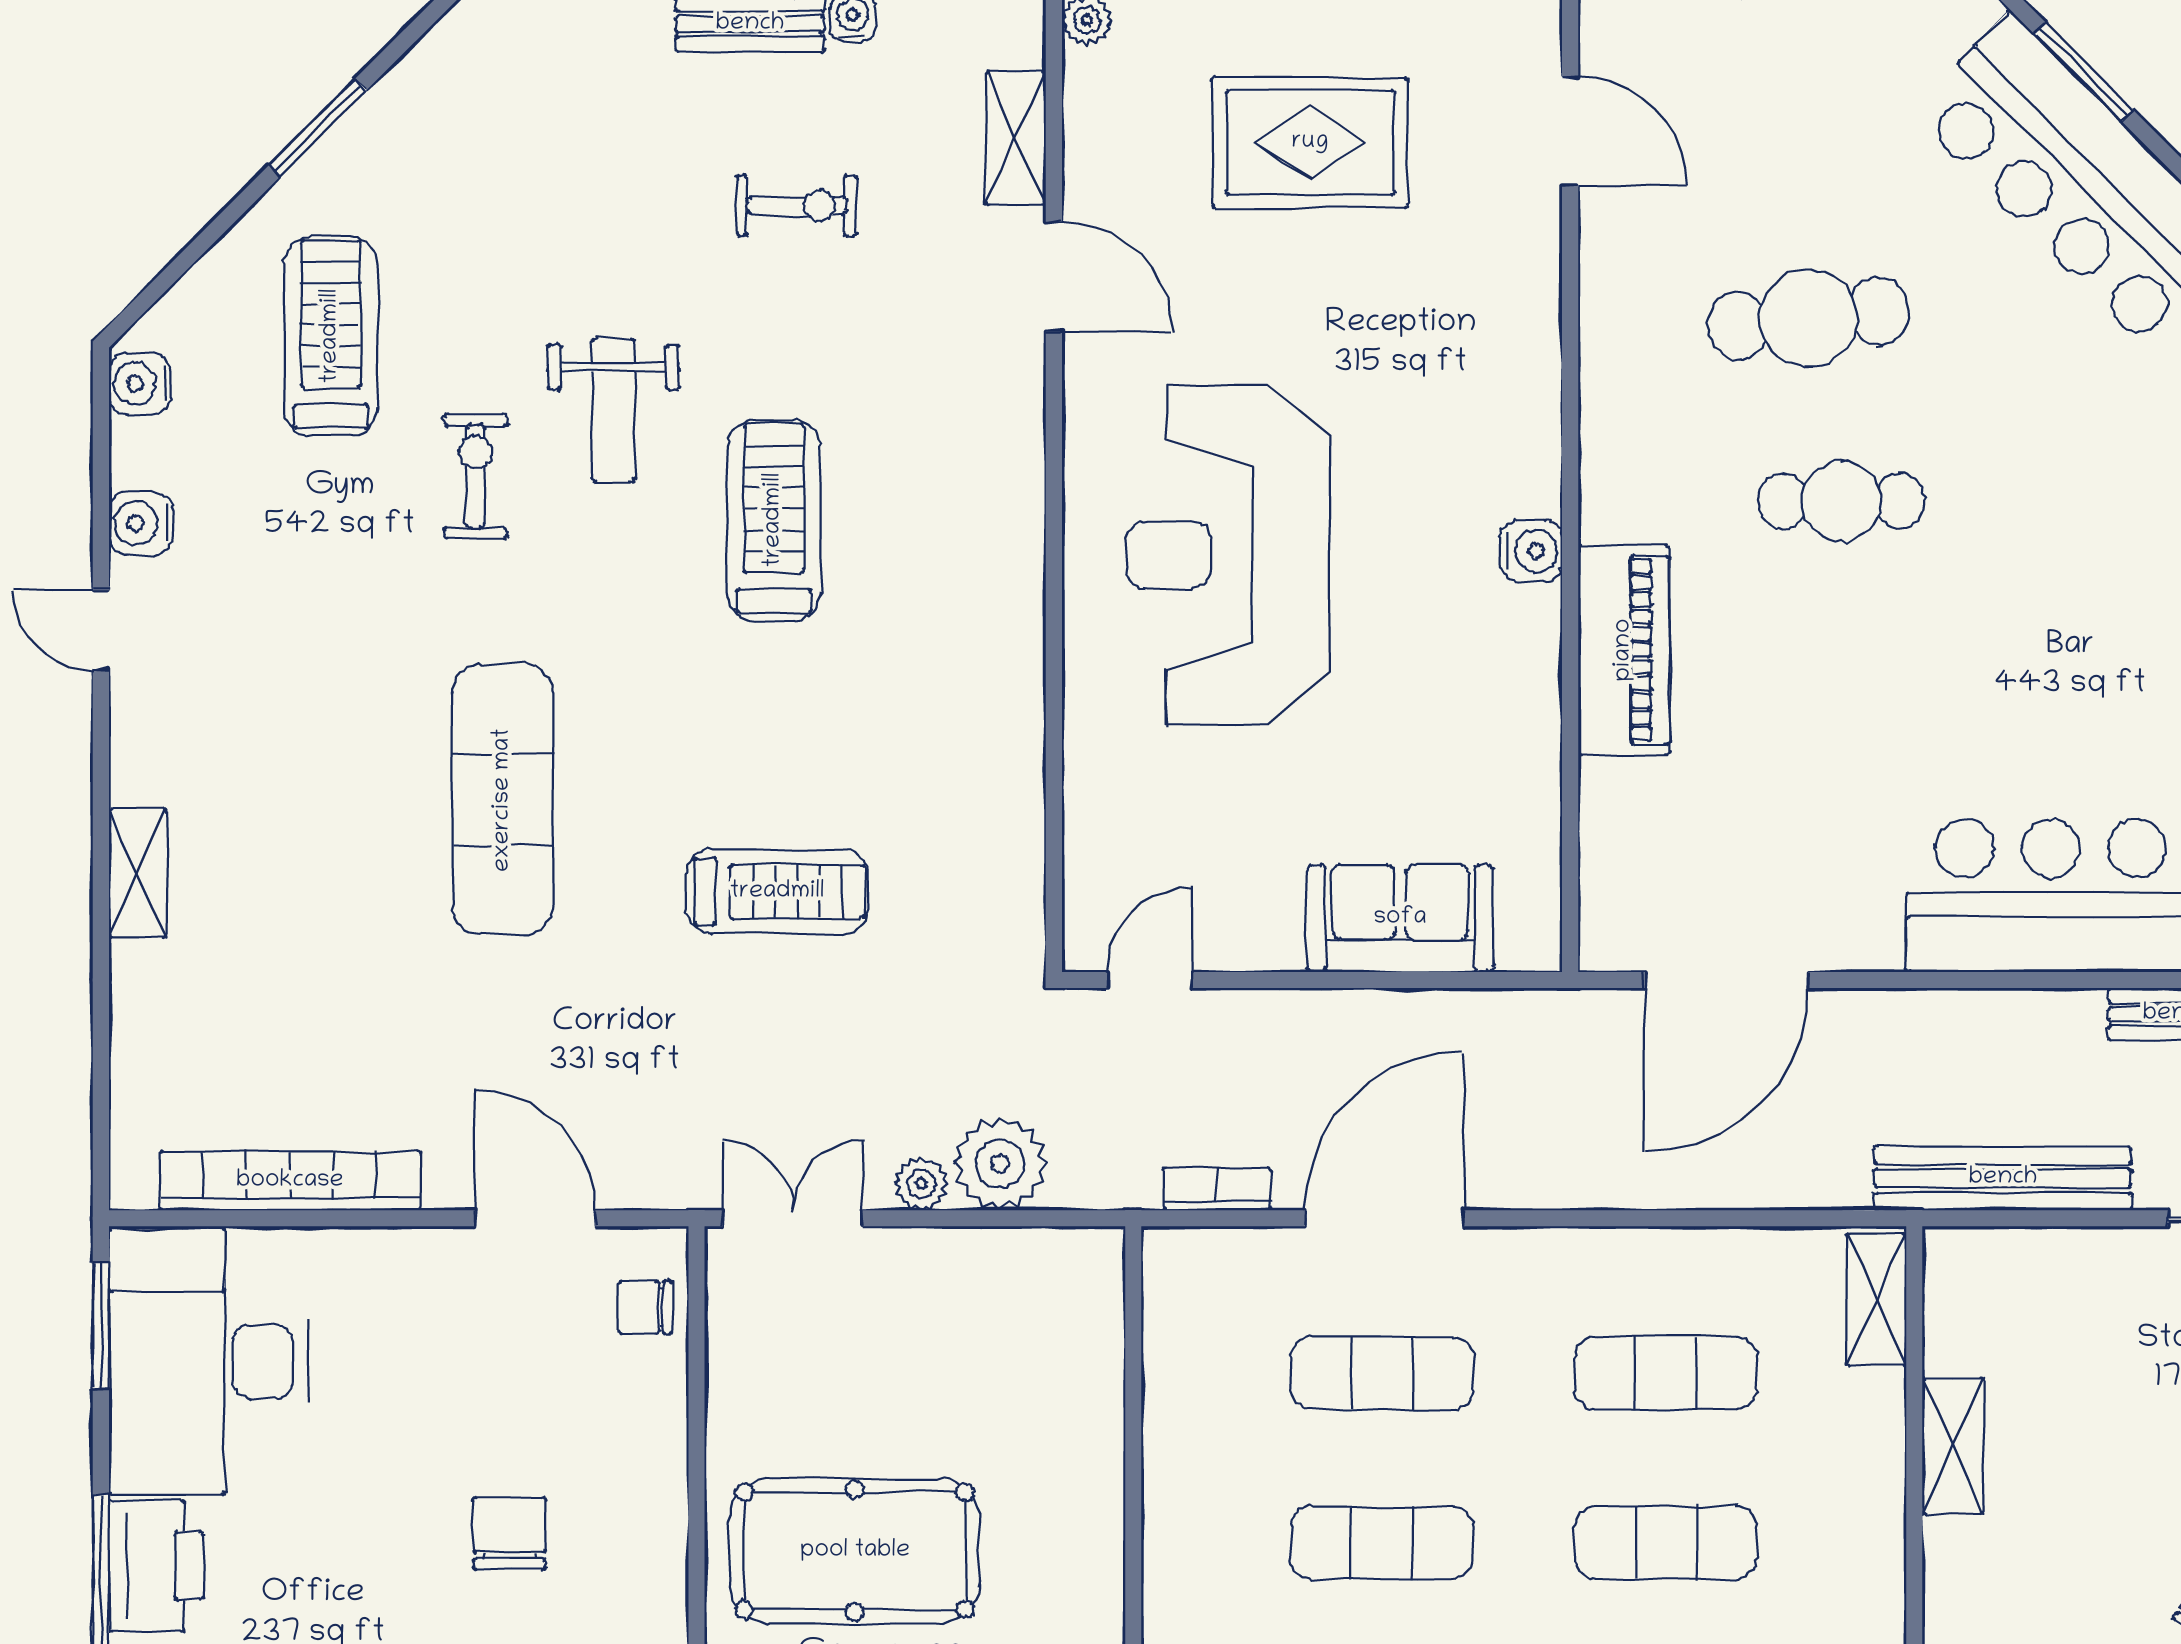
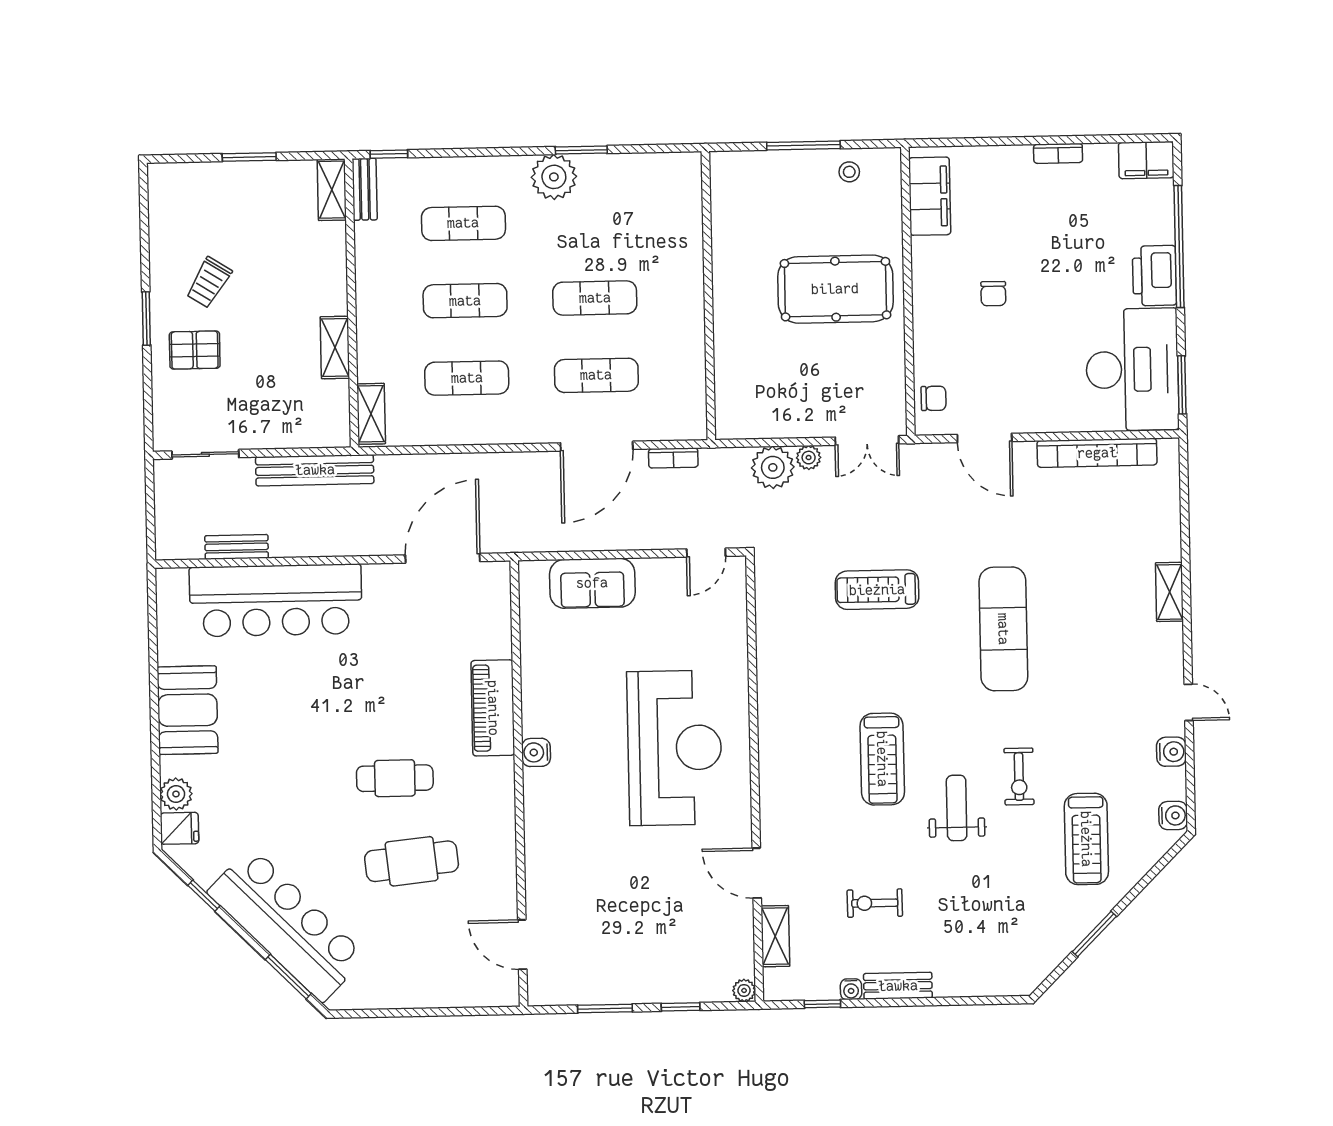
rug: (1310, 142) -> (641, 937), removed
chair: (509, 1534) -> (993, 294), width x0.73, depth x0.73

